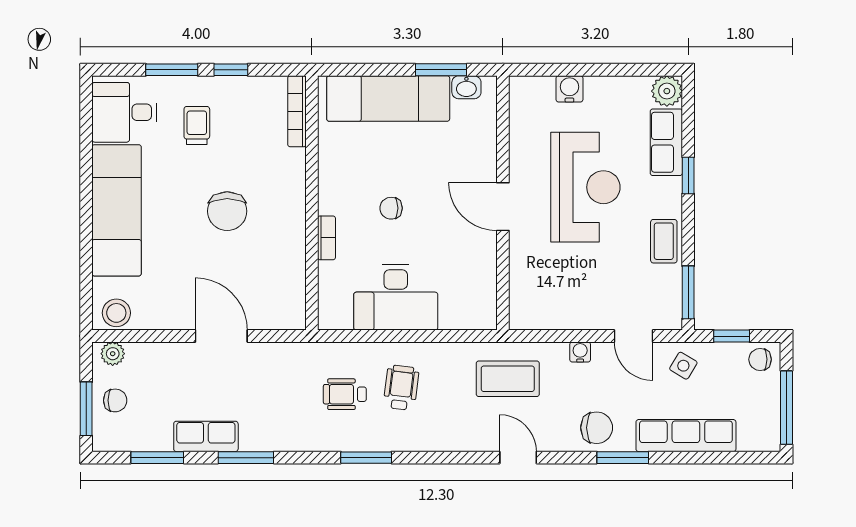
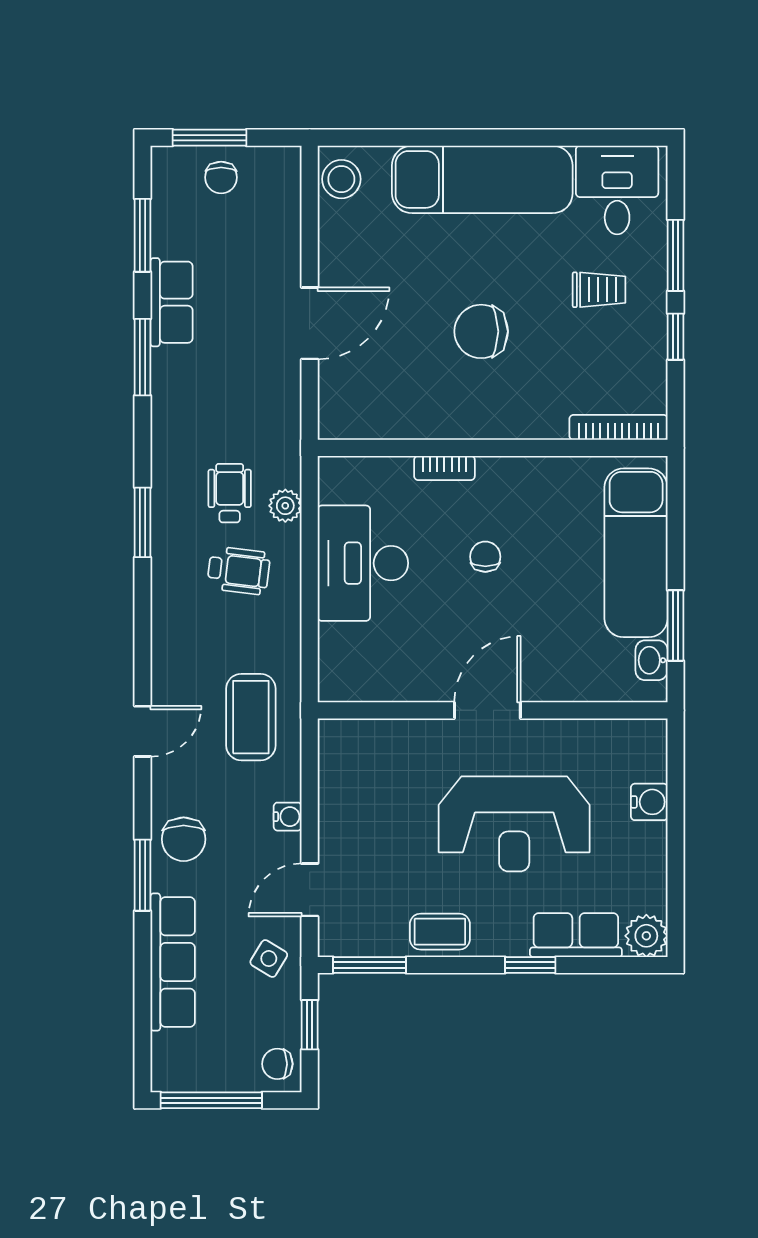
plant: (113, 354) -> (285, 506), moved
chair: (760, 359) -> (277, 1064), turned -90

